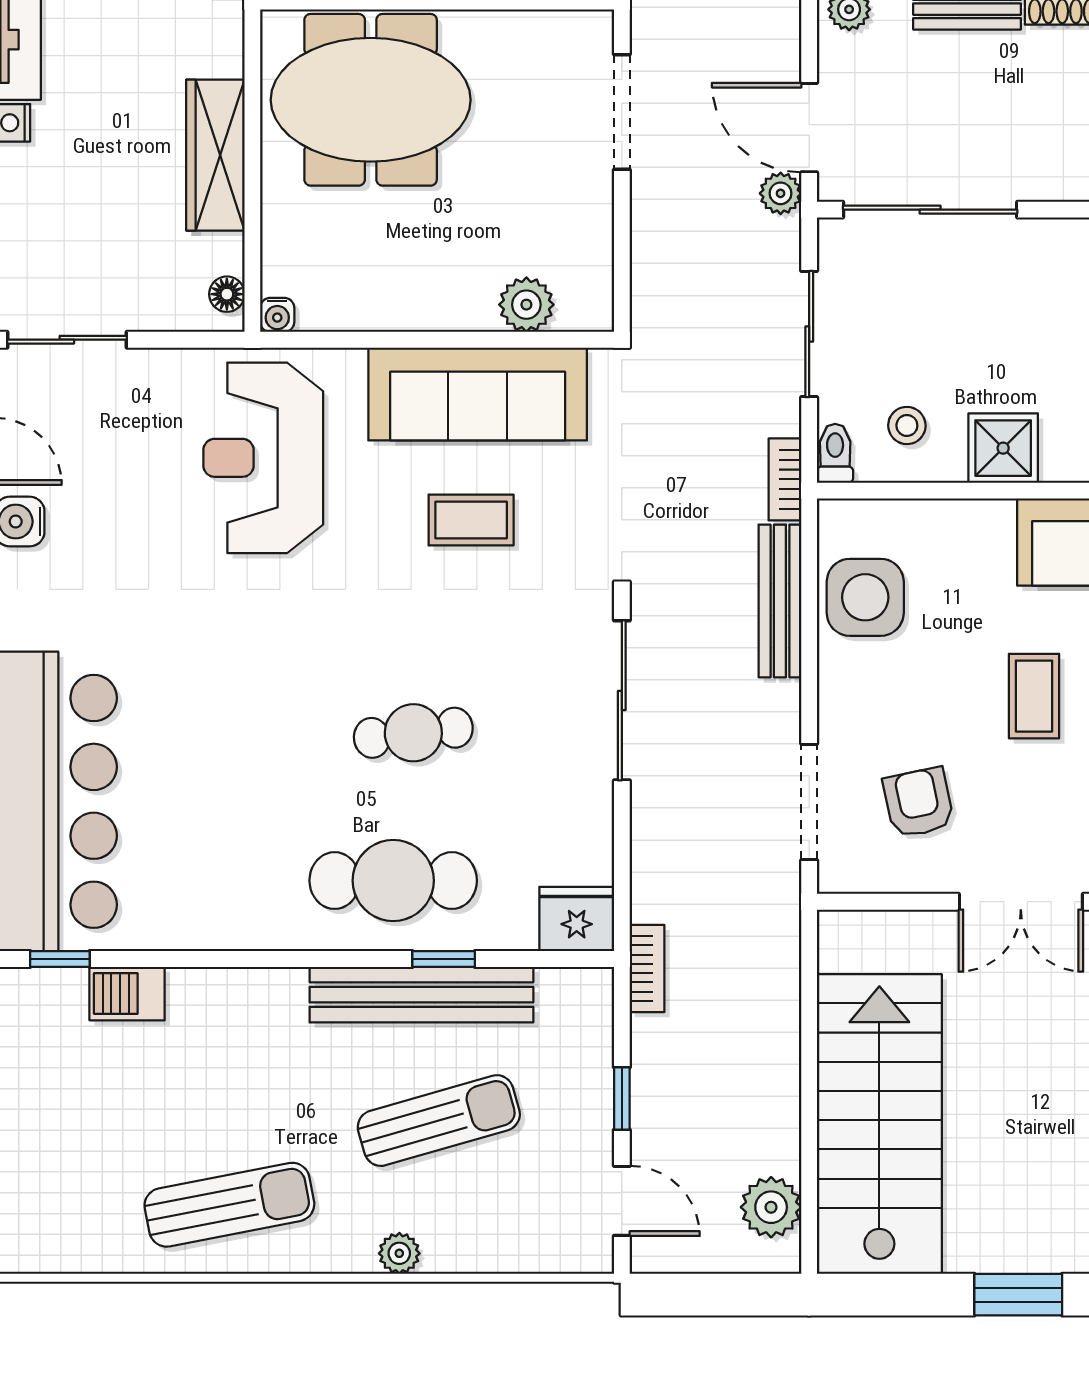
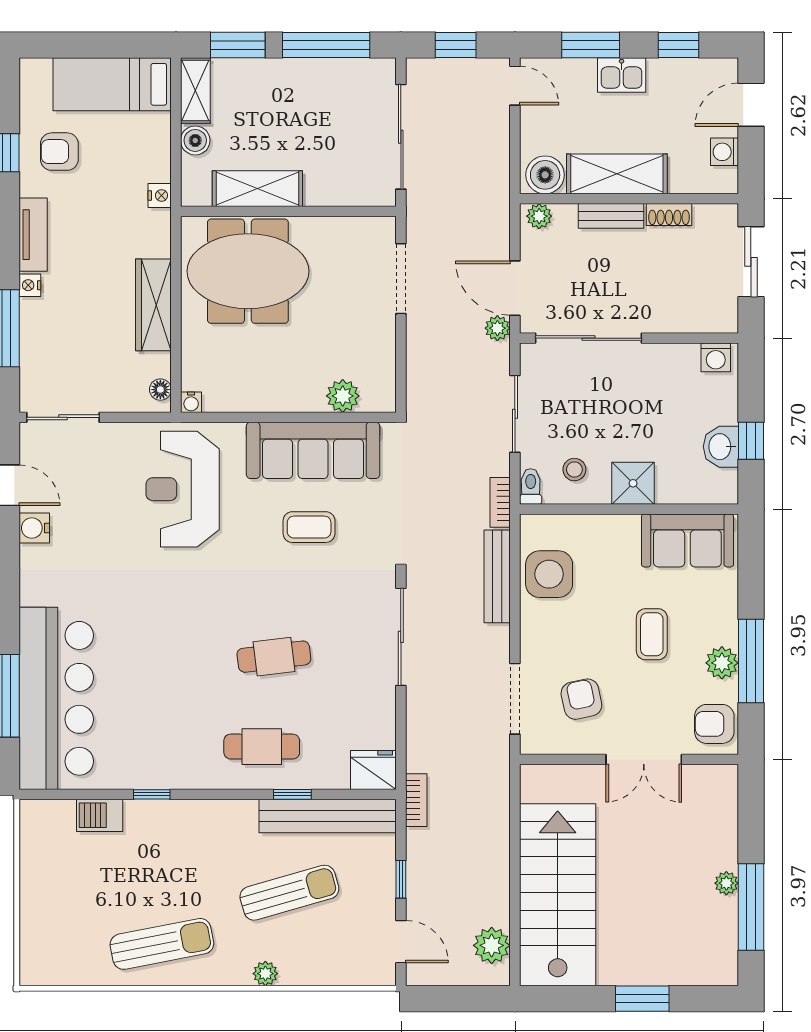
cafe table: (393, 881) -> (262, 747), width x0.73, depth x0.74
window: (60, 959) -> (152, 794), moved
bench: (421, 995) -> (327, 816), moved

